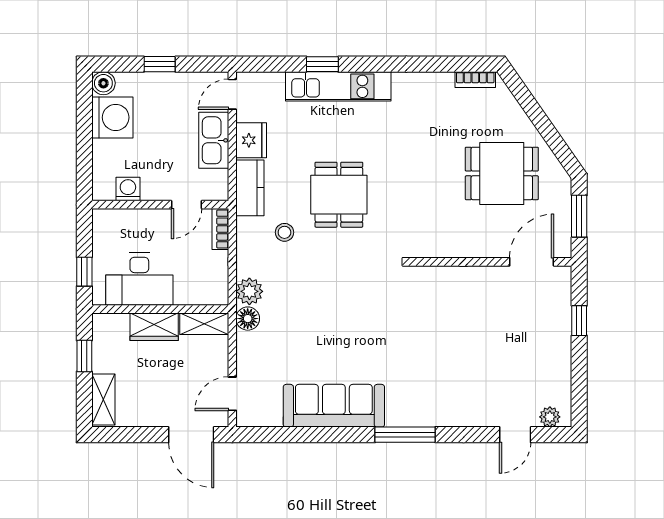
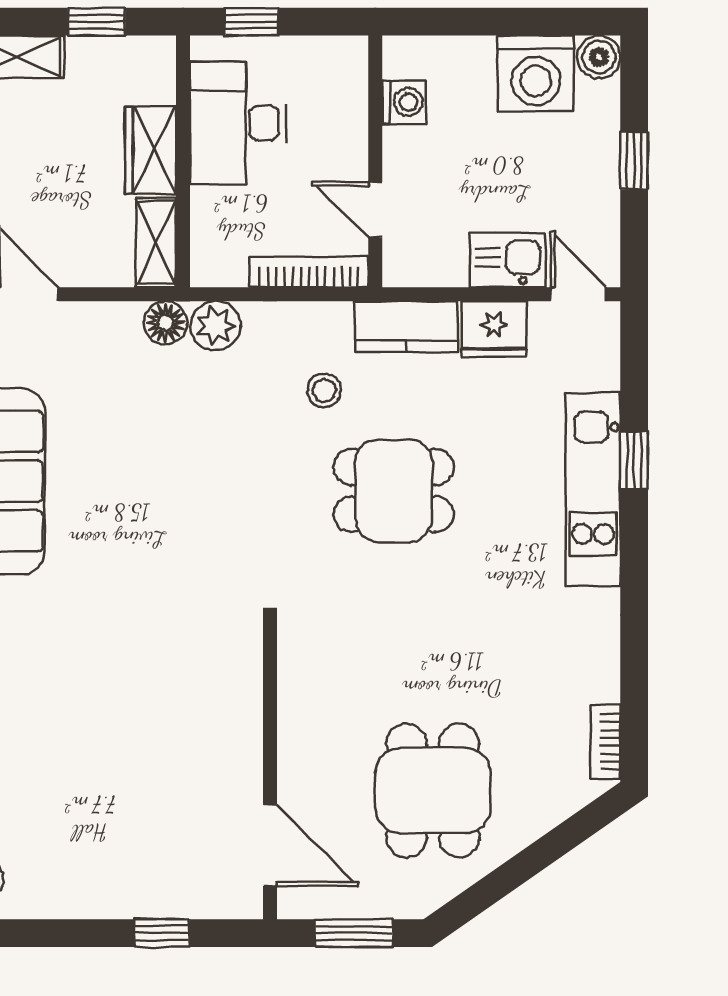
kitchen sink: (214, 140) -> (508, 260), width x0.73
bookcase: (220, 229) -> (309, 272), width x1.56

